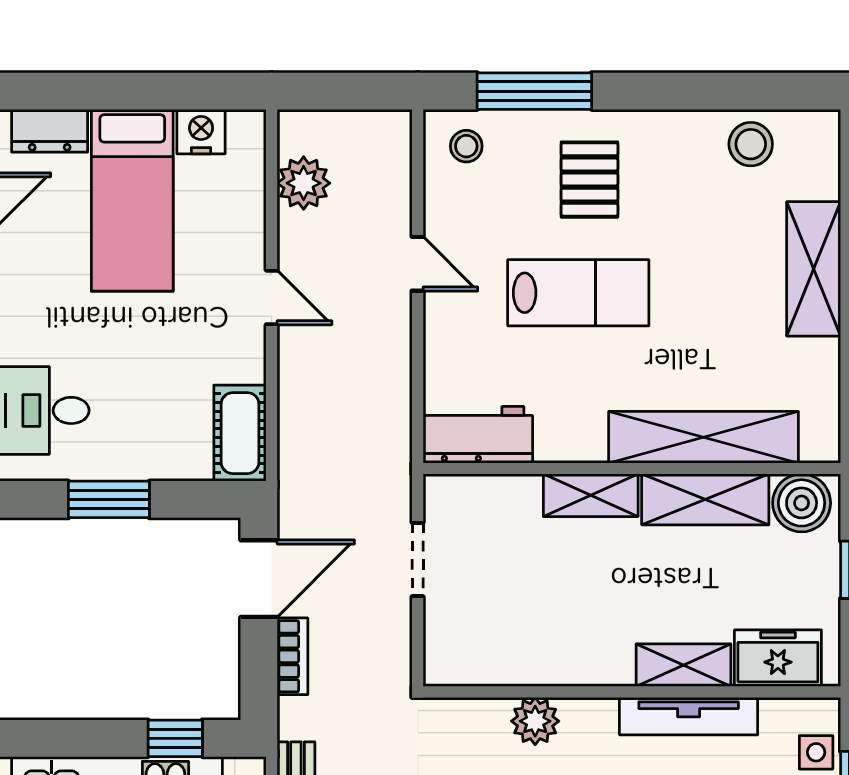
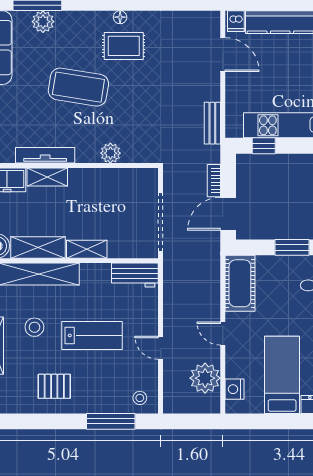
nightstand: (201, 132) -> (234, 389), moved, turned 90
stool: (751, 144) -> (34, 327), moved
pallet: (589, 180) -> (54, 386), moved, turned 90
plant: (304, 183) -> (205, 378), width x1.36, depth x1.36
lab bench: (578, 293) -> (92, 335), turned 180
cot: (240, 433) -> (240, 283), width x1.37, depth x1.34
doorway: (418, 560) -> (161, 222), width x1.88

